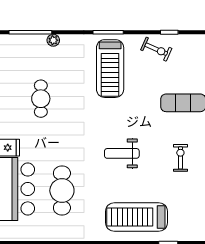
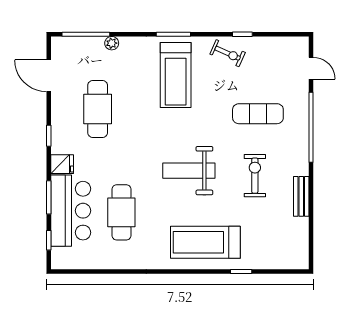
cafe table: (41, 99) -> (98, 109), width x1.37, depth x1.35
weight bench: (122, 153) -> (189, 171), width x1.36, depth x1.33
exercise bike: (180, 158) -> (255, 176), width x1.38, depth x1.39

